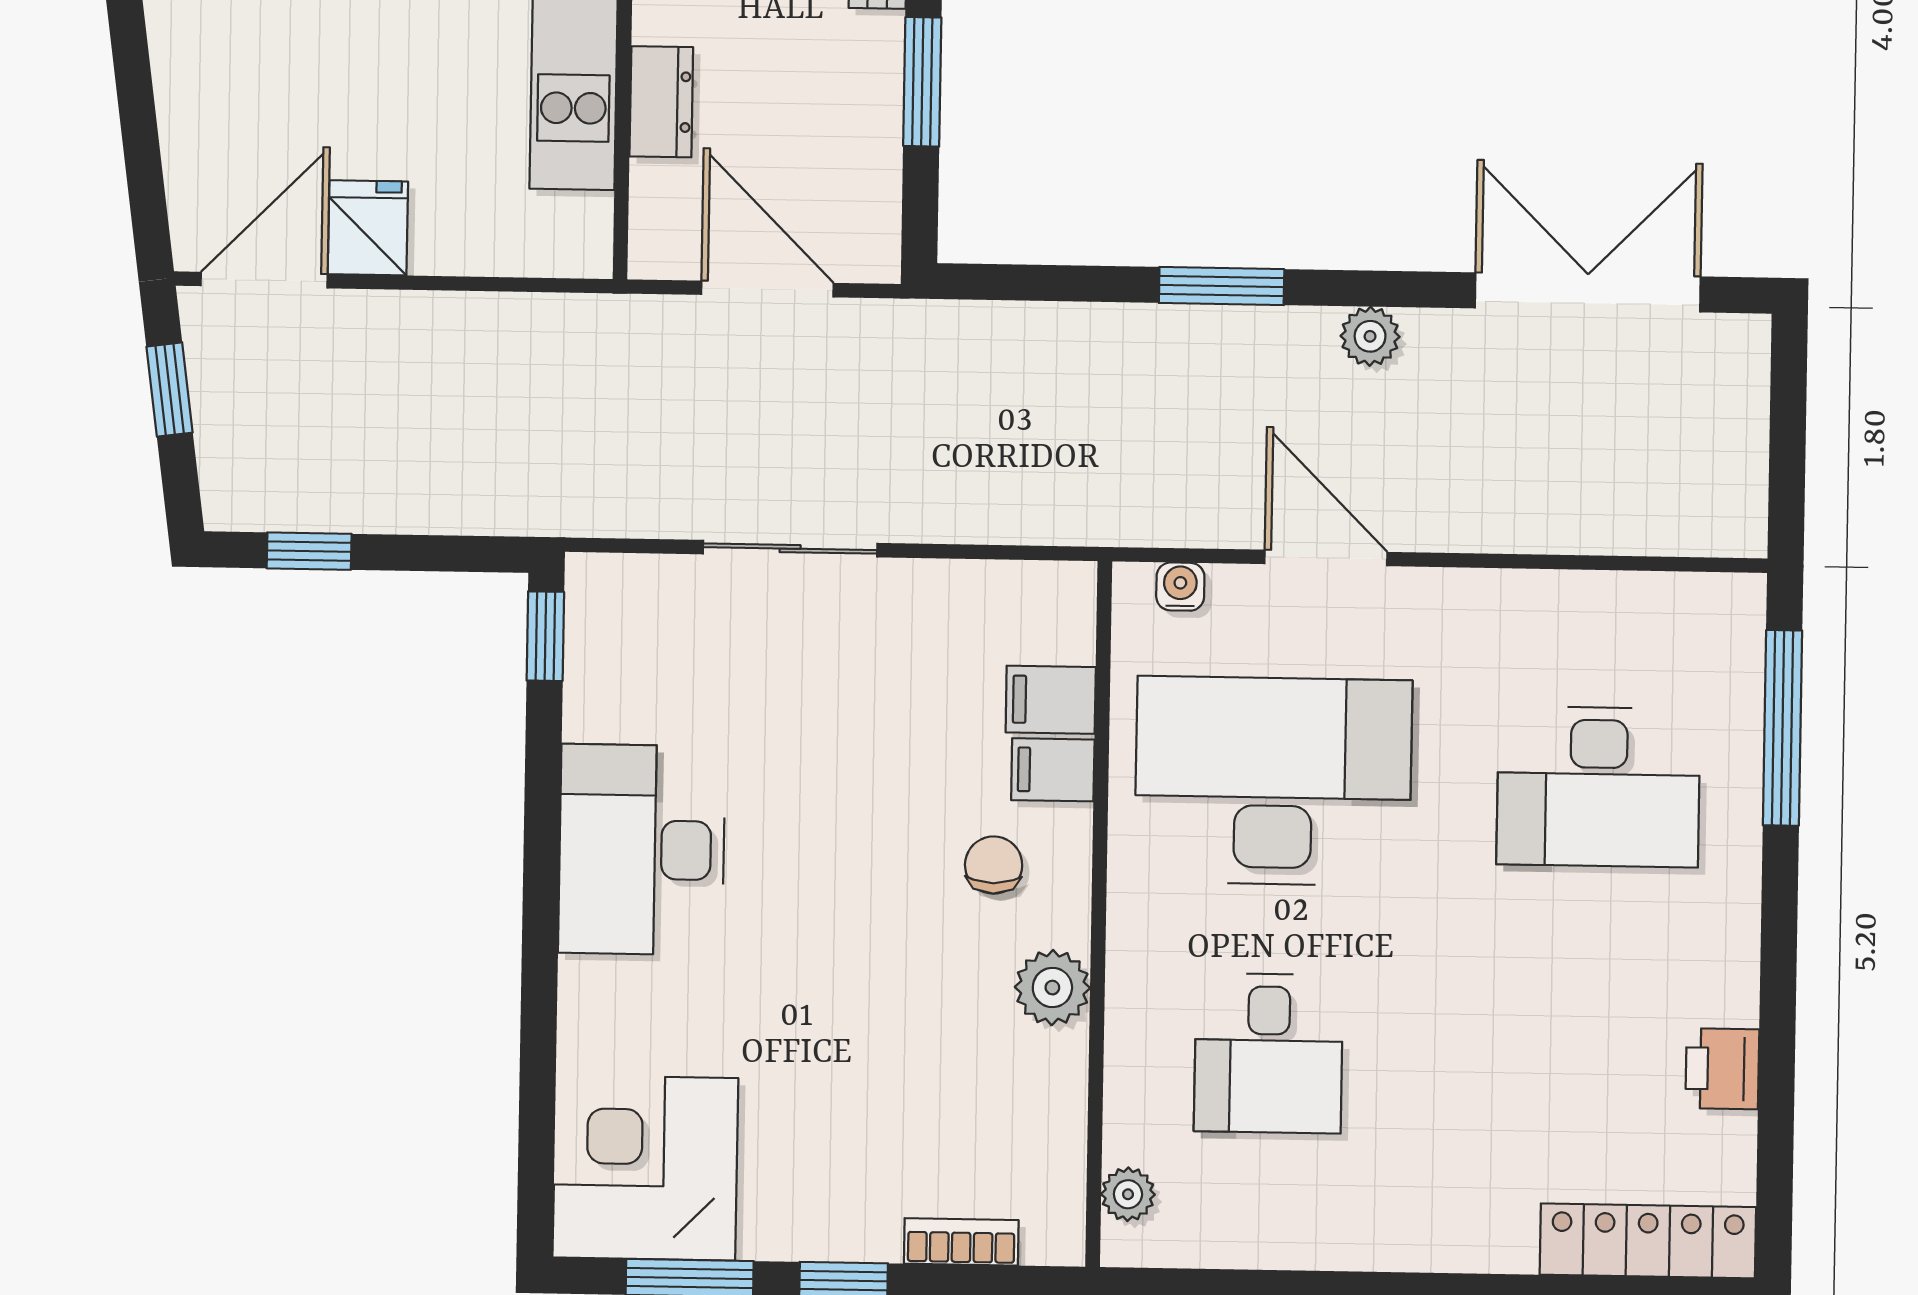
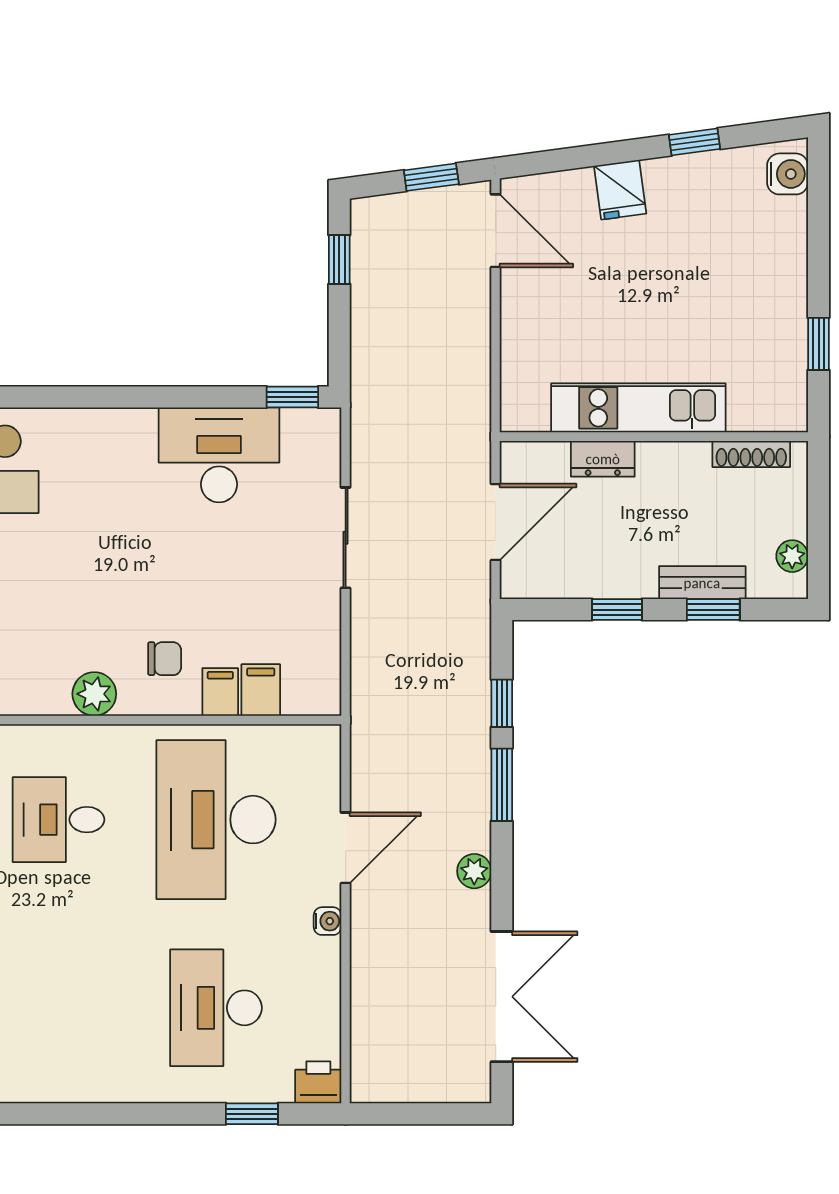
window: (922, 82) -> (617, 610), width x0.67
fridge: (368, 228) -> (620, 190), moved, turned 82
window: (1081, 284) -> (502, 703), added
water cooler: (1180, 587) -> (328, 921), moved
window: (1783, 728) -> (252, 1114), width x0.46
desk: (1273, 781) -> (216, 820), turned 180
desk: (642, 850) -> (219, 455), moved
printer: (1722, 1069) -> (318, 1082), moved

